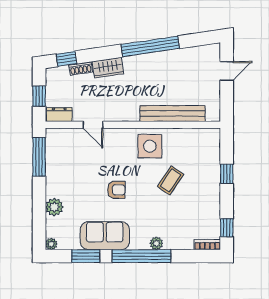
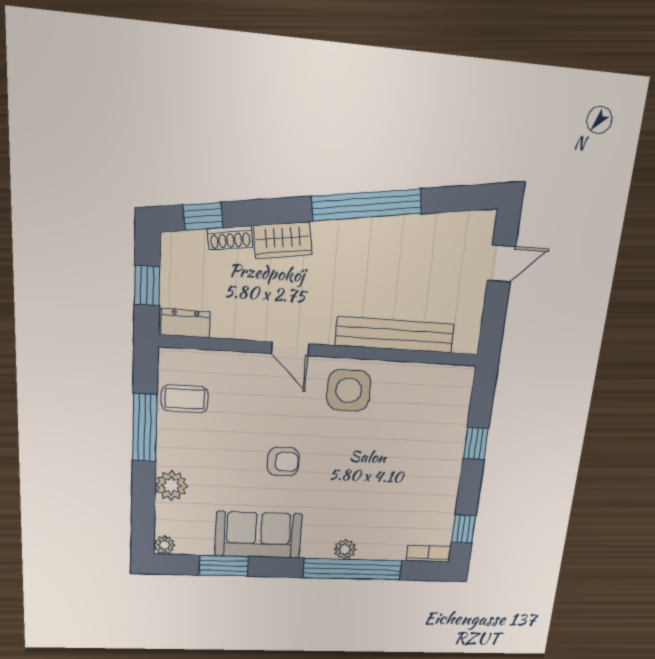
door: (93, 125) -> (290, 349), moved
window: (39, 157) -> (145, 428), moved
coffee table: (171, 180) -> (185, 399), moved, turned 56
window: (142, 256) -> (352, 569), moved

